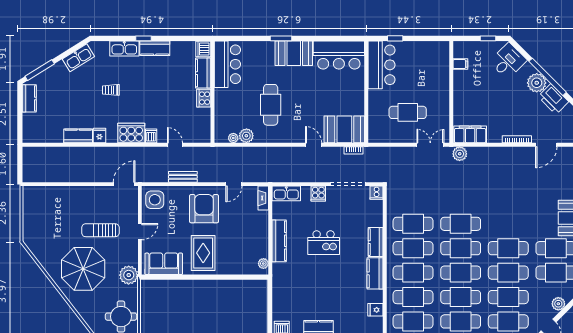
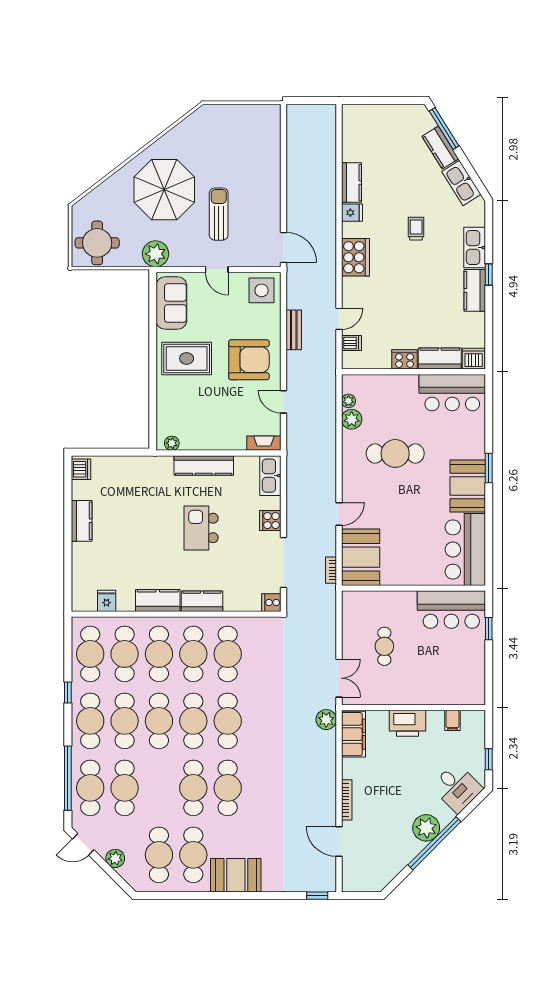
kitchen counter: (29, 98) -> (440, 148), moved, turned 58
printer: (553, 99) -> (408, 723), moved, turned -135
cafe table: (408, 112) -> (384, 646), width x0.73, depth x0.74
dishwasher: (151, 136) -> (351, 343), moved
cafe table: (508, 273) -> (228, 788), moved

